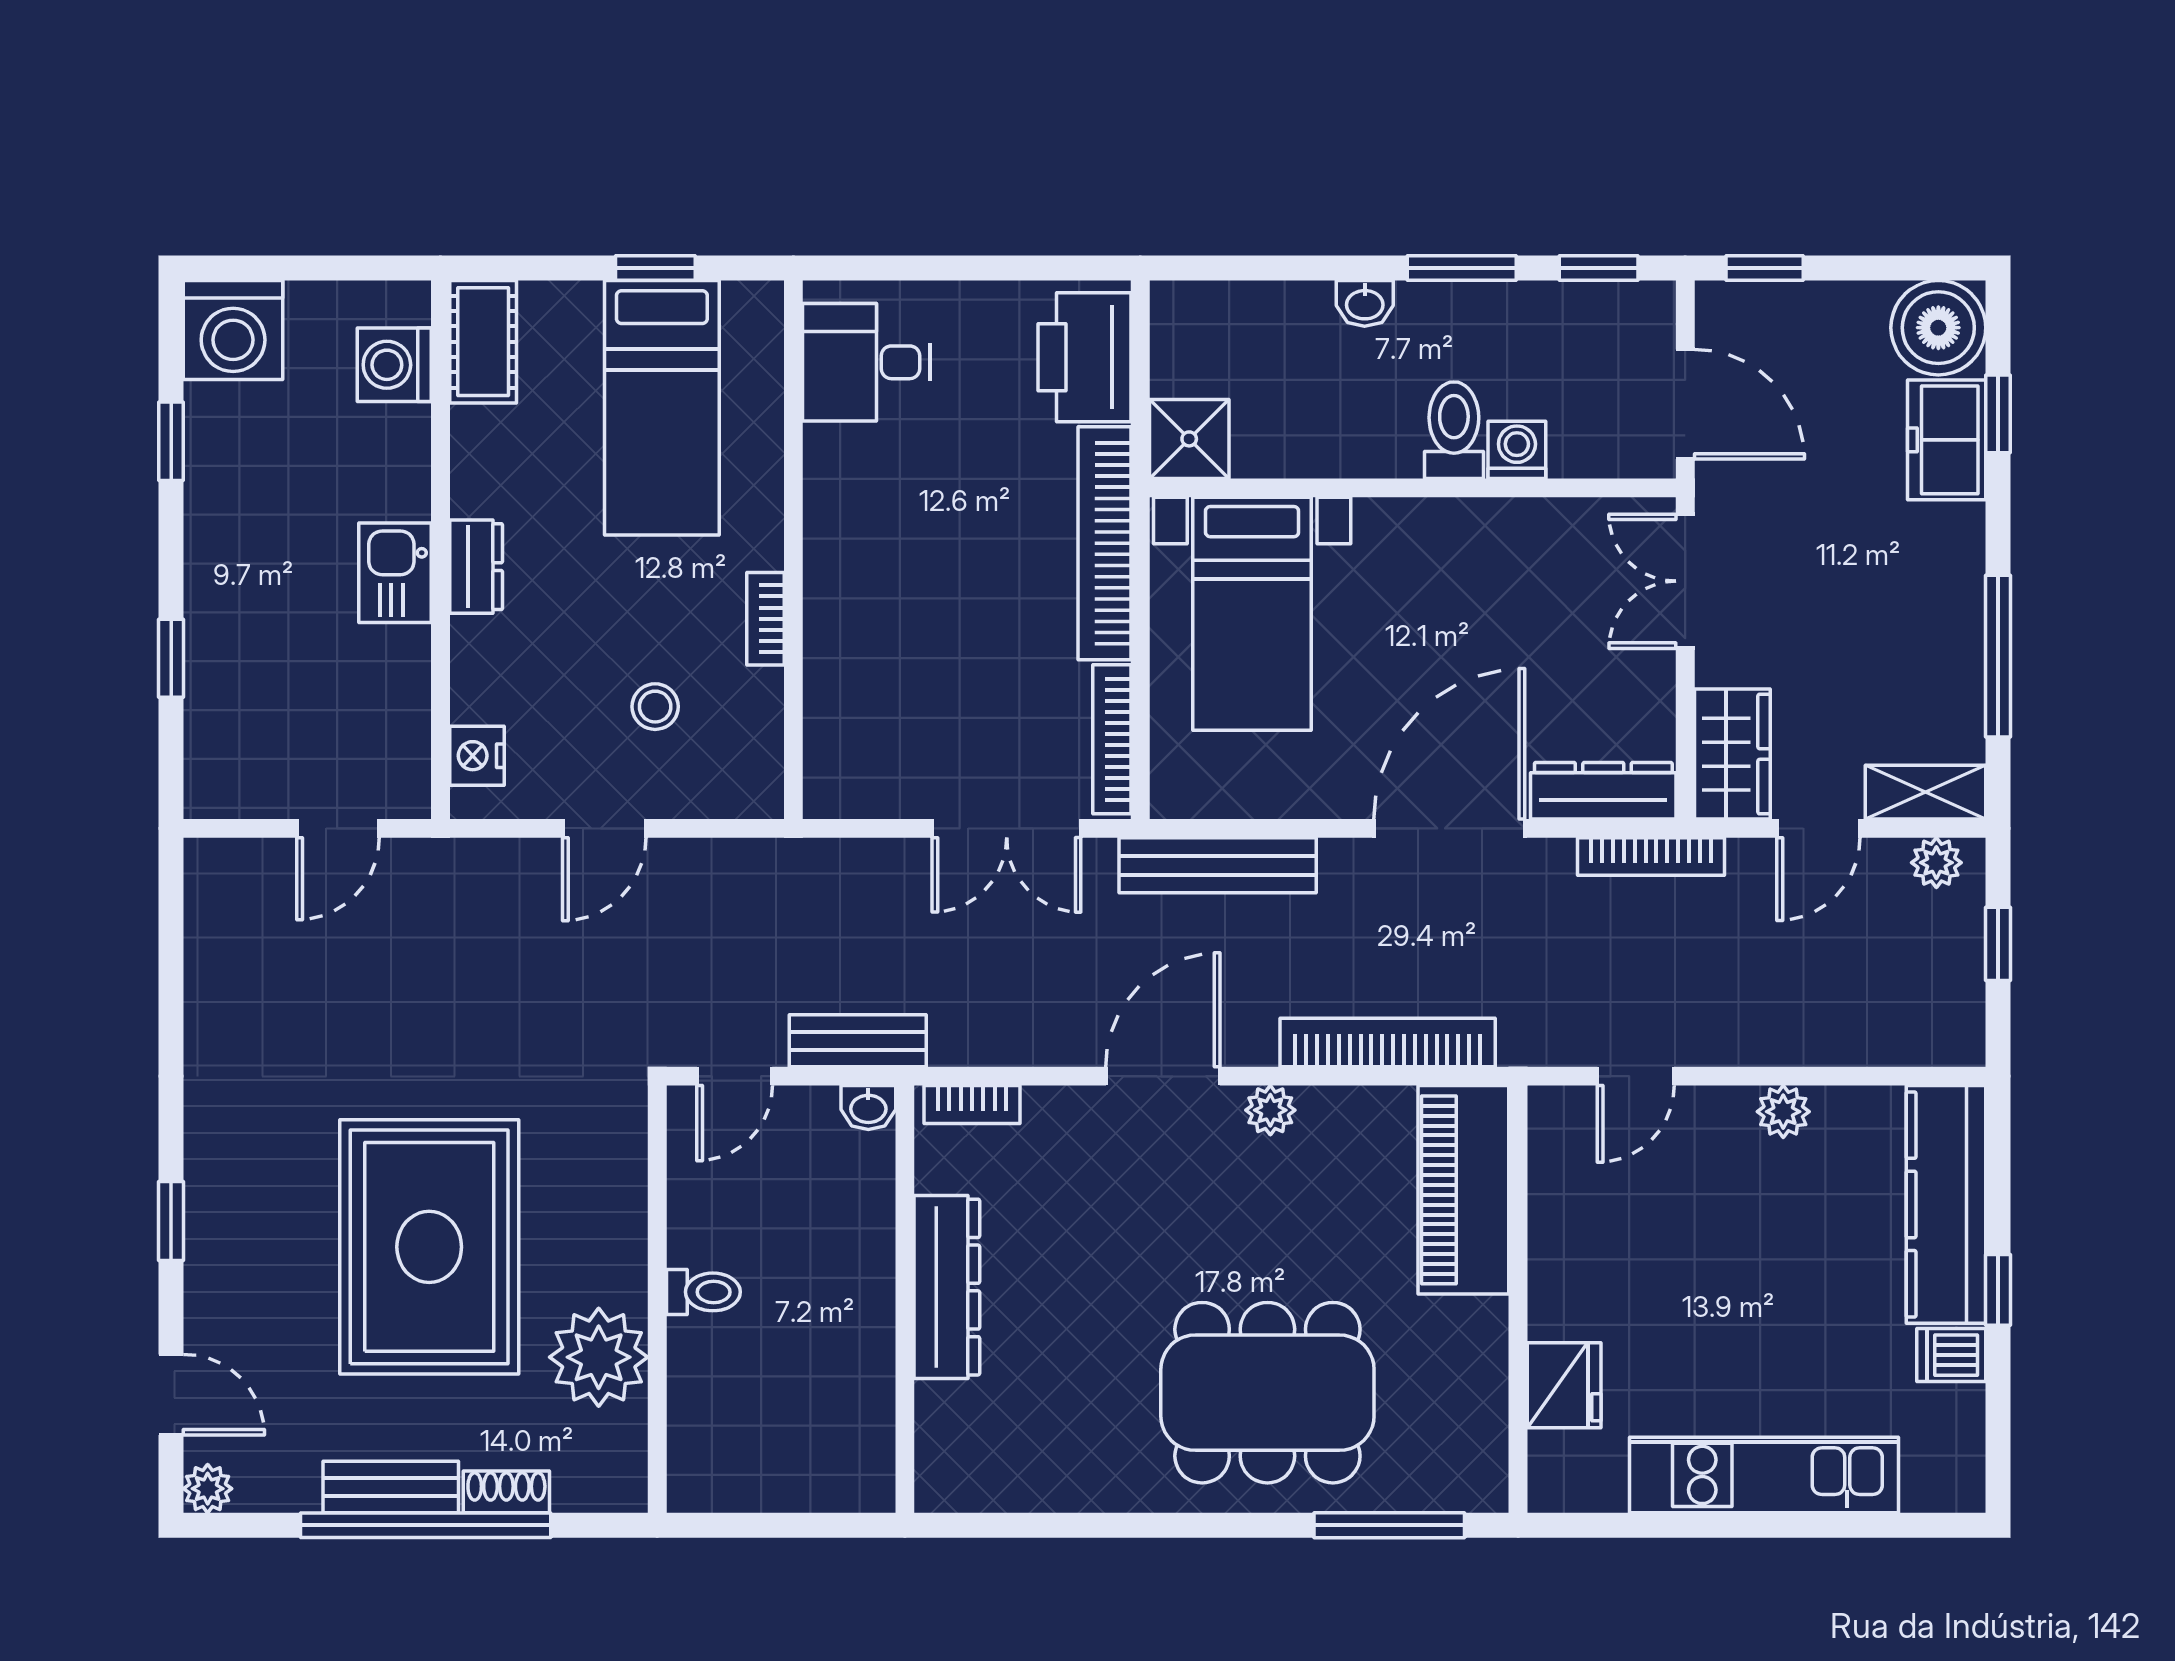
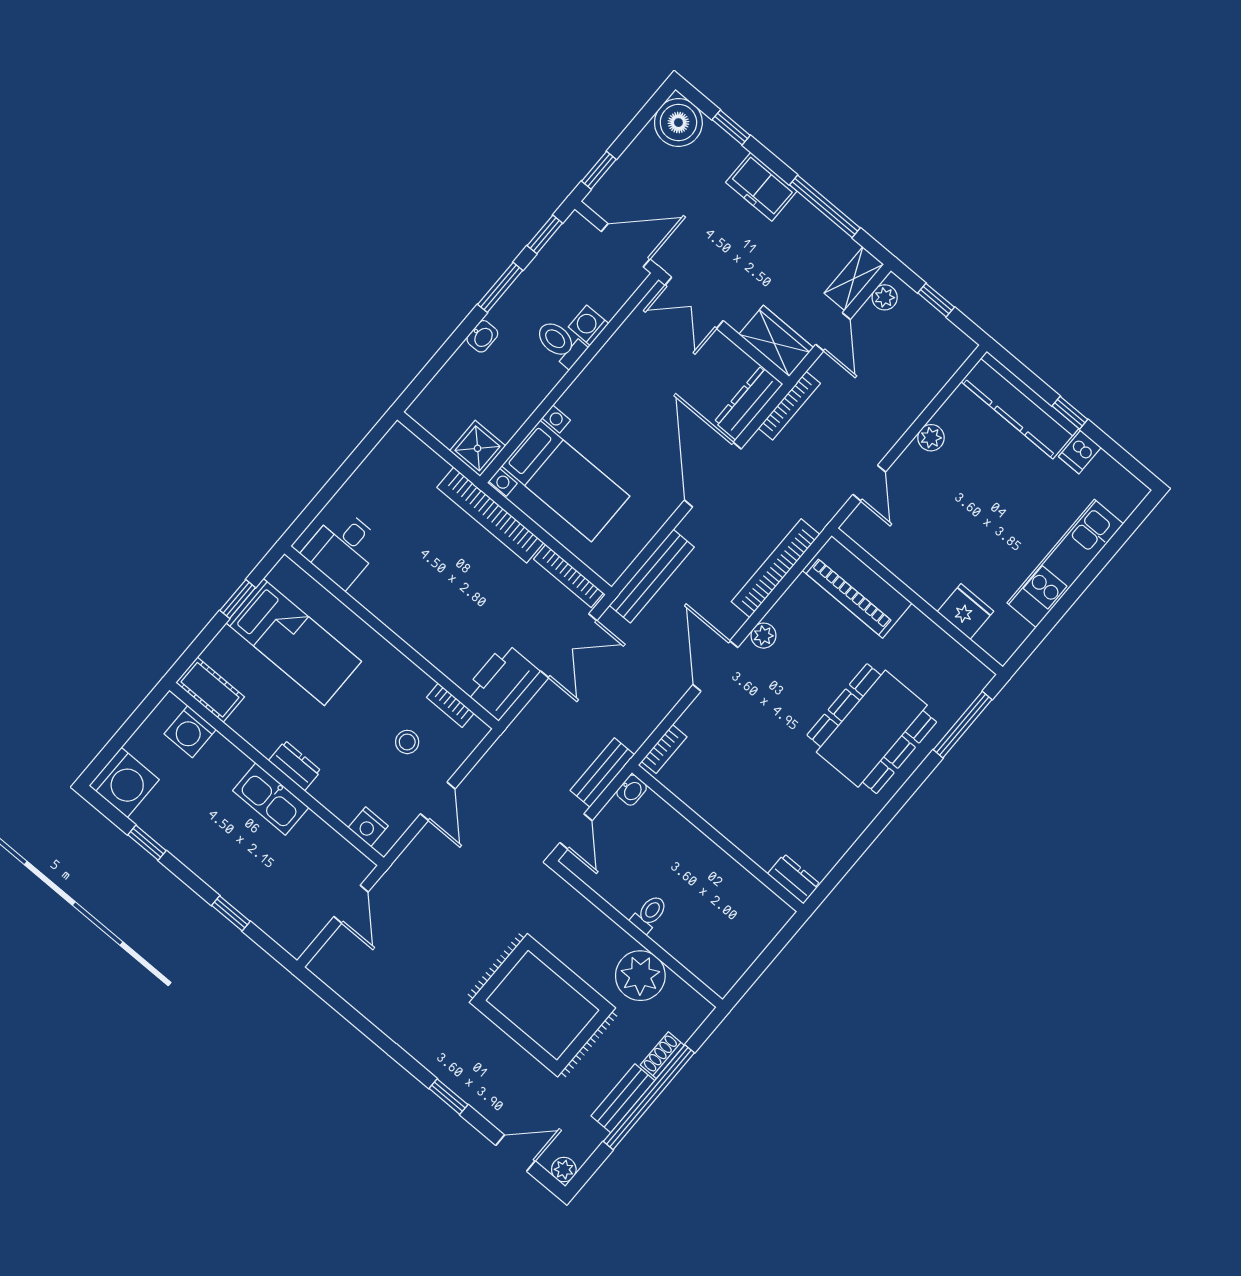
printer: (1085, 357) -> (502, 681), moved, turned 90
freezer: (1947, 440) -> (761, 187), moved
kitchen sink: (395, 573) -> (271, 799), width x1.38
bookcase: (766, 619) -> (450, 705), moved
dresser: (947, 1287) -> (794, 879), moved, width x0.51, depth x0.80

